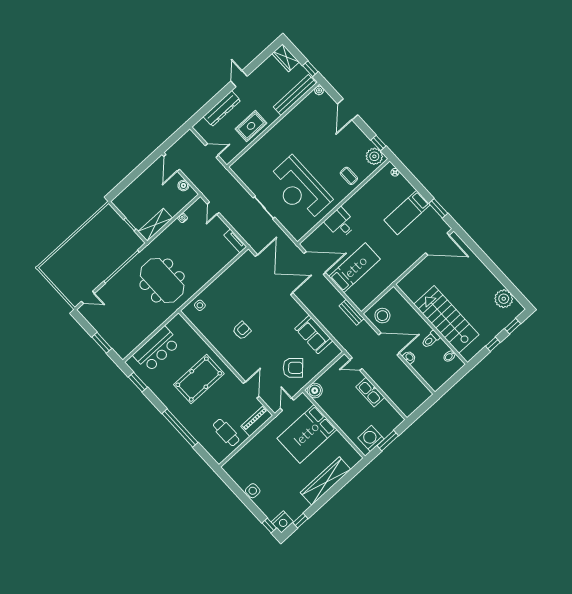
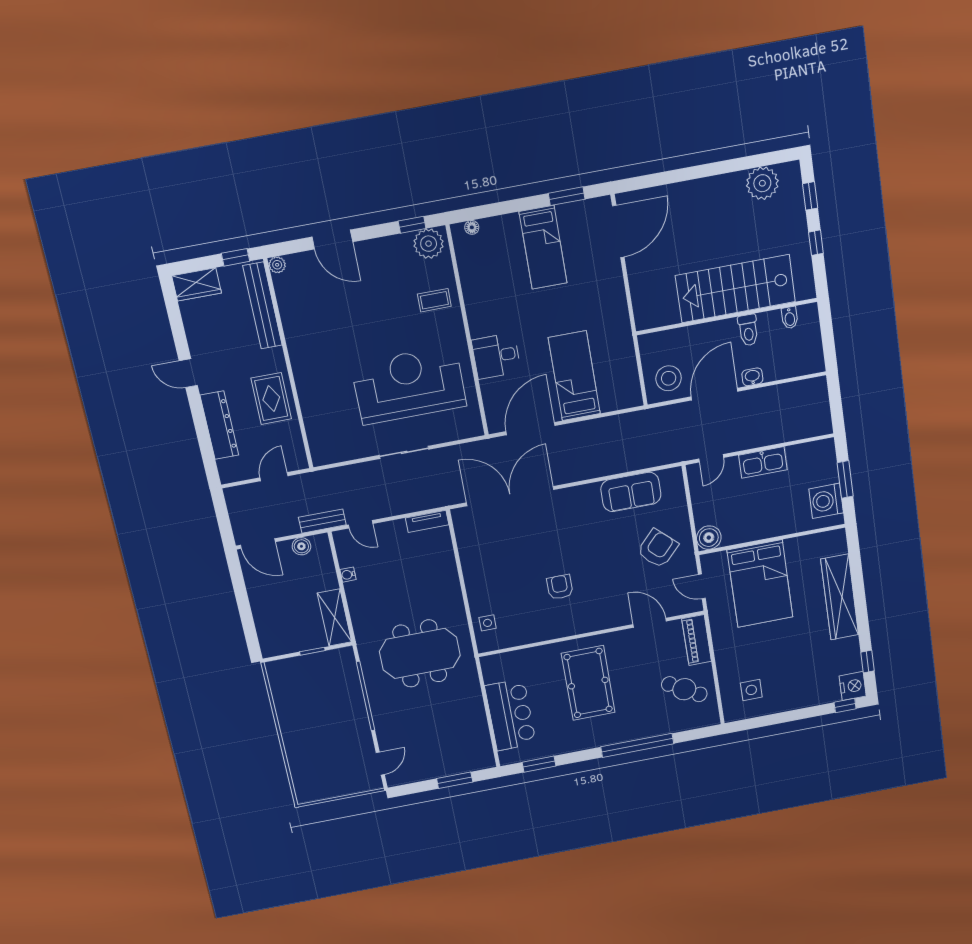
reception desk: (299, 189) -> (409, 385), turned 180
bench: (352, 312) -> (322, 521), moved
cafe table: (226, 432) -> (684, 689), turned 31
side table: (253, 491) -> (751, 690), moved

